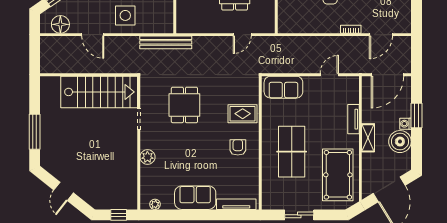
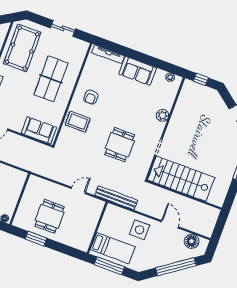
door: (242, 35) -> (78, 190), moved

